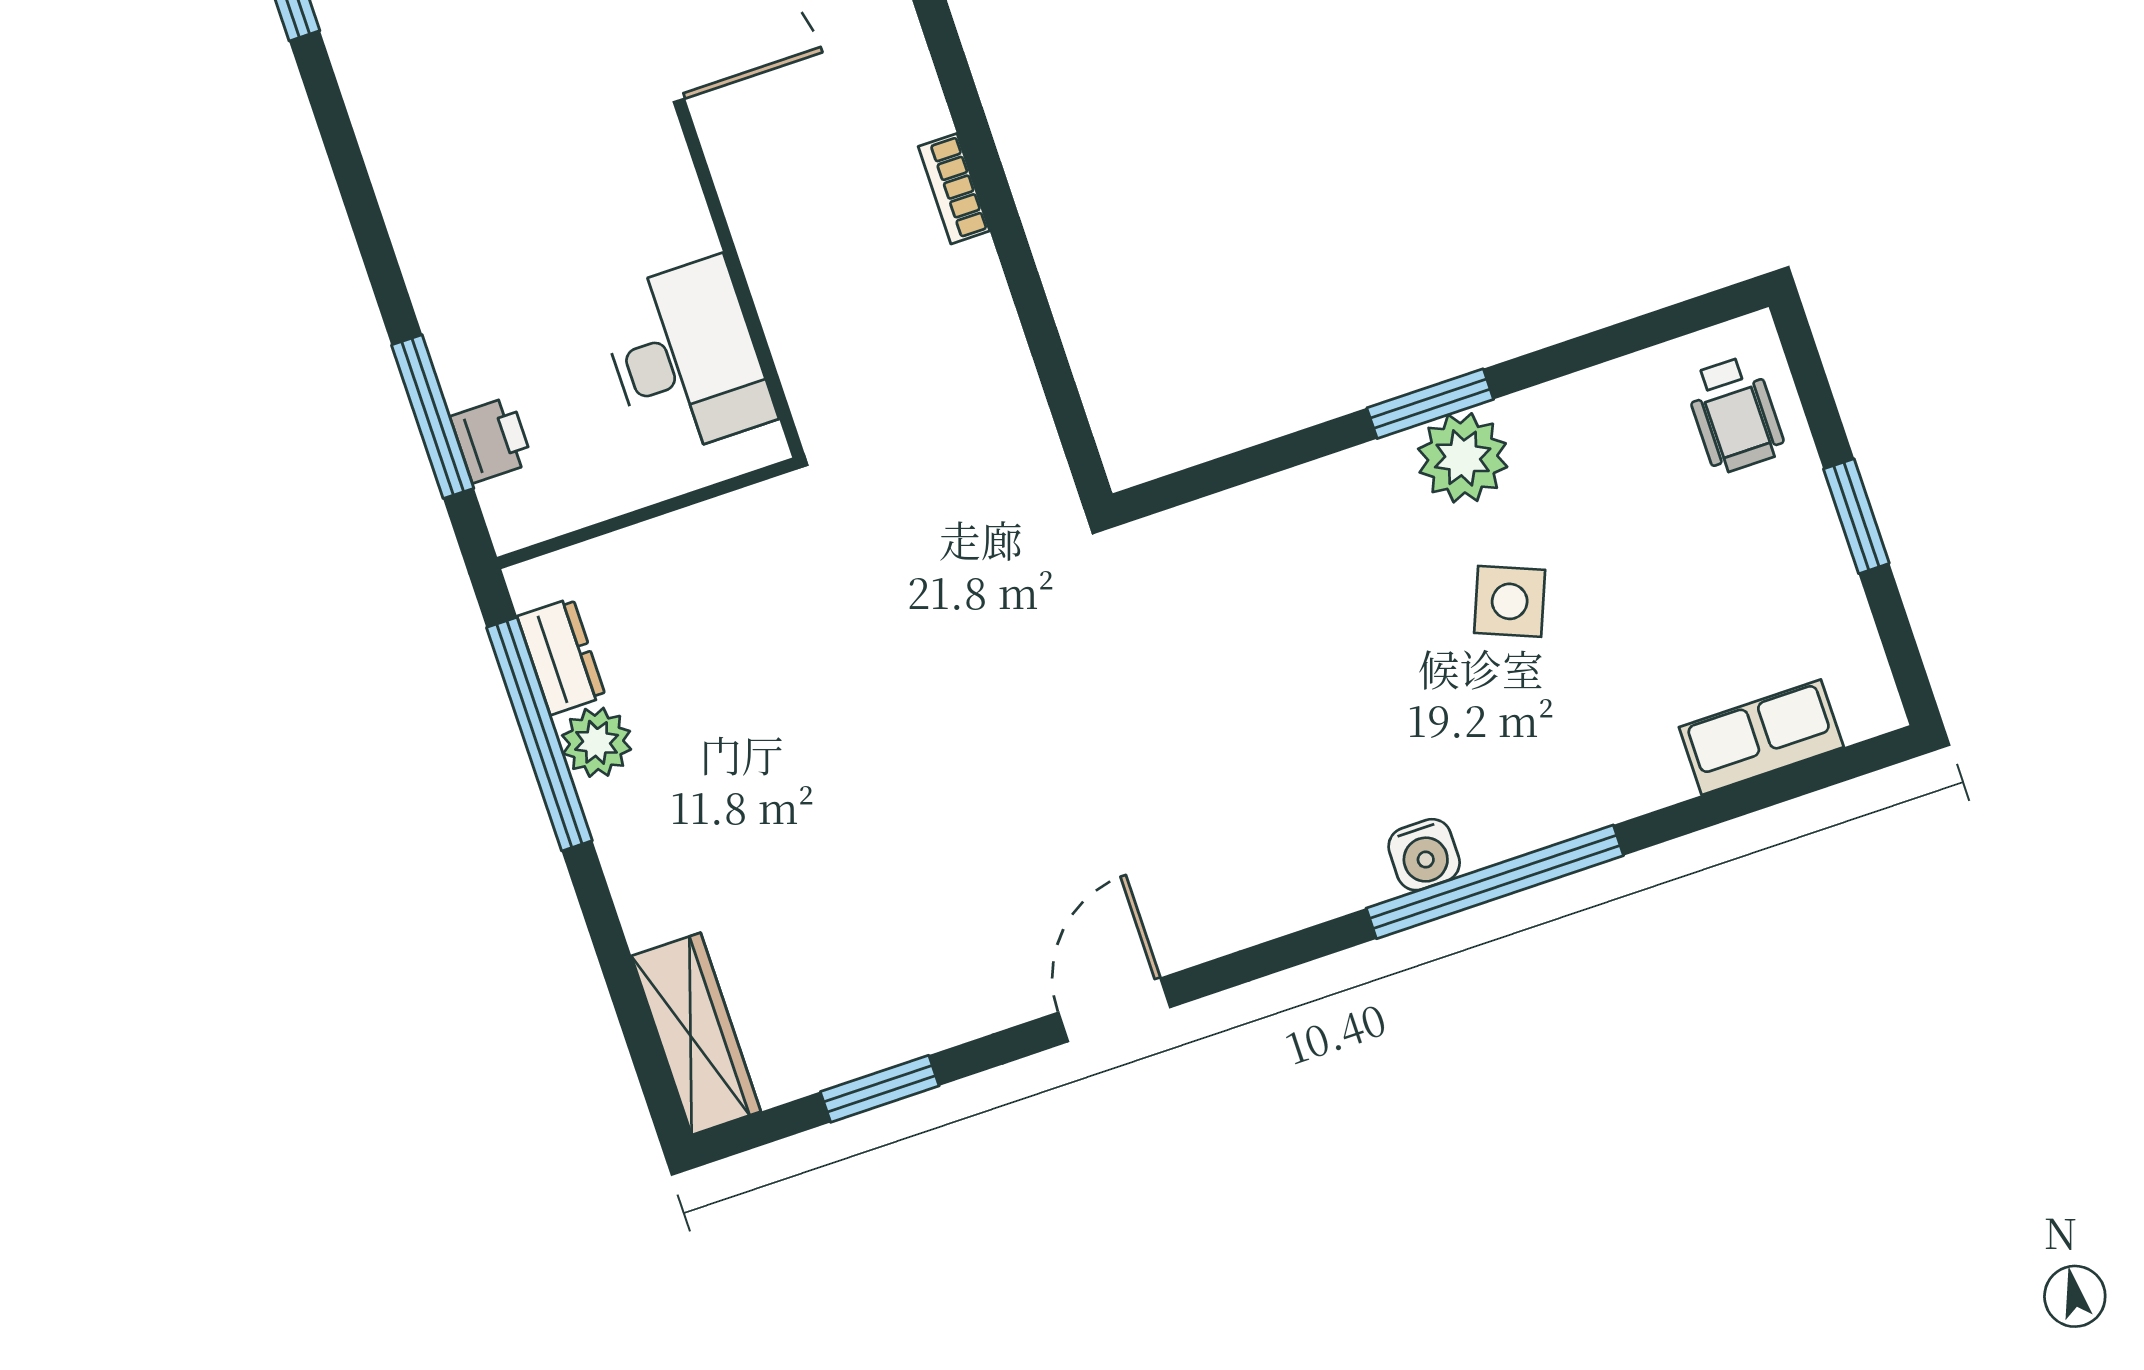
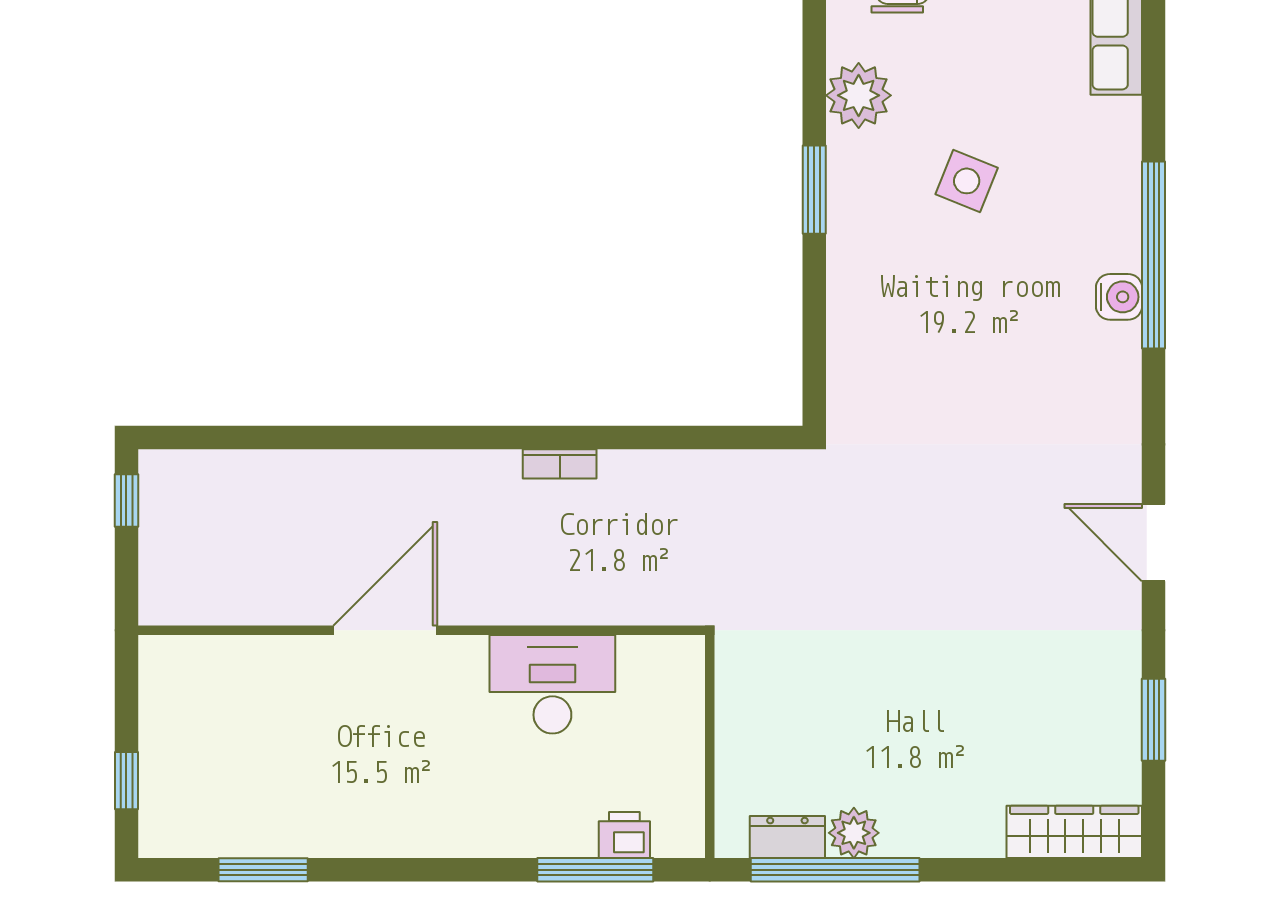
desk: (686, 358) -> (552, 684), moved
plant: (1463, 458) -> (859, 95), moved

